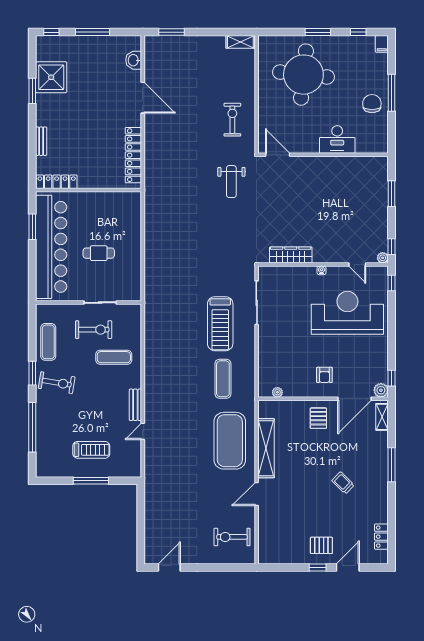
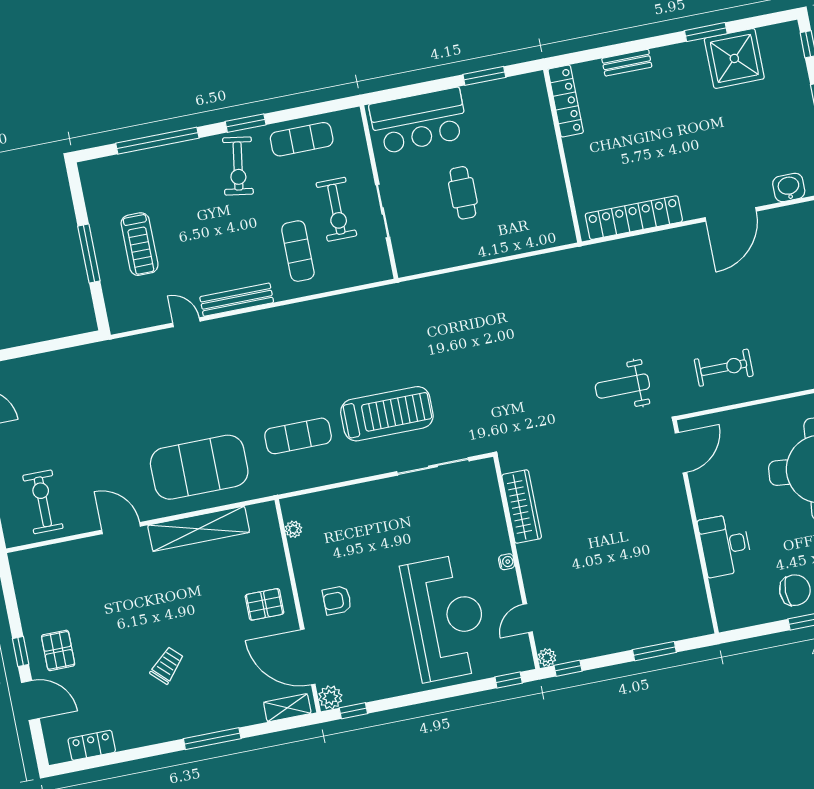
bar counter: (51, 247) -> (419, 121), width x0.54
treadmill: (220, 324) -> (387, 414), turned 180
bench: (135, 405) -> (237, 300), width x1.36

